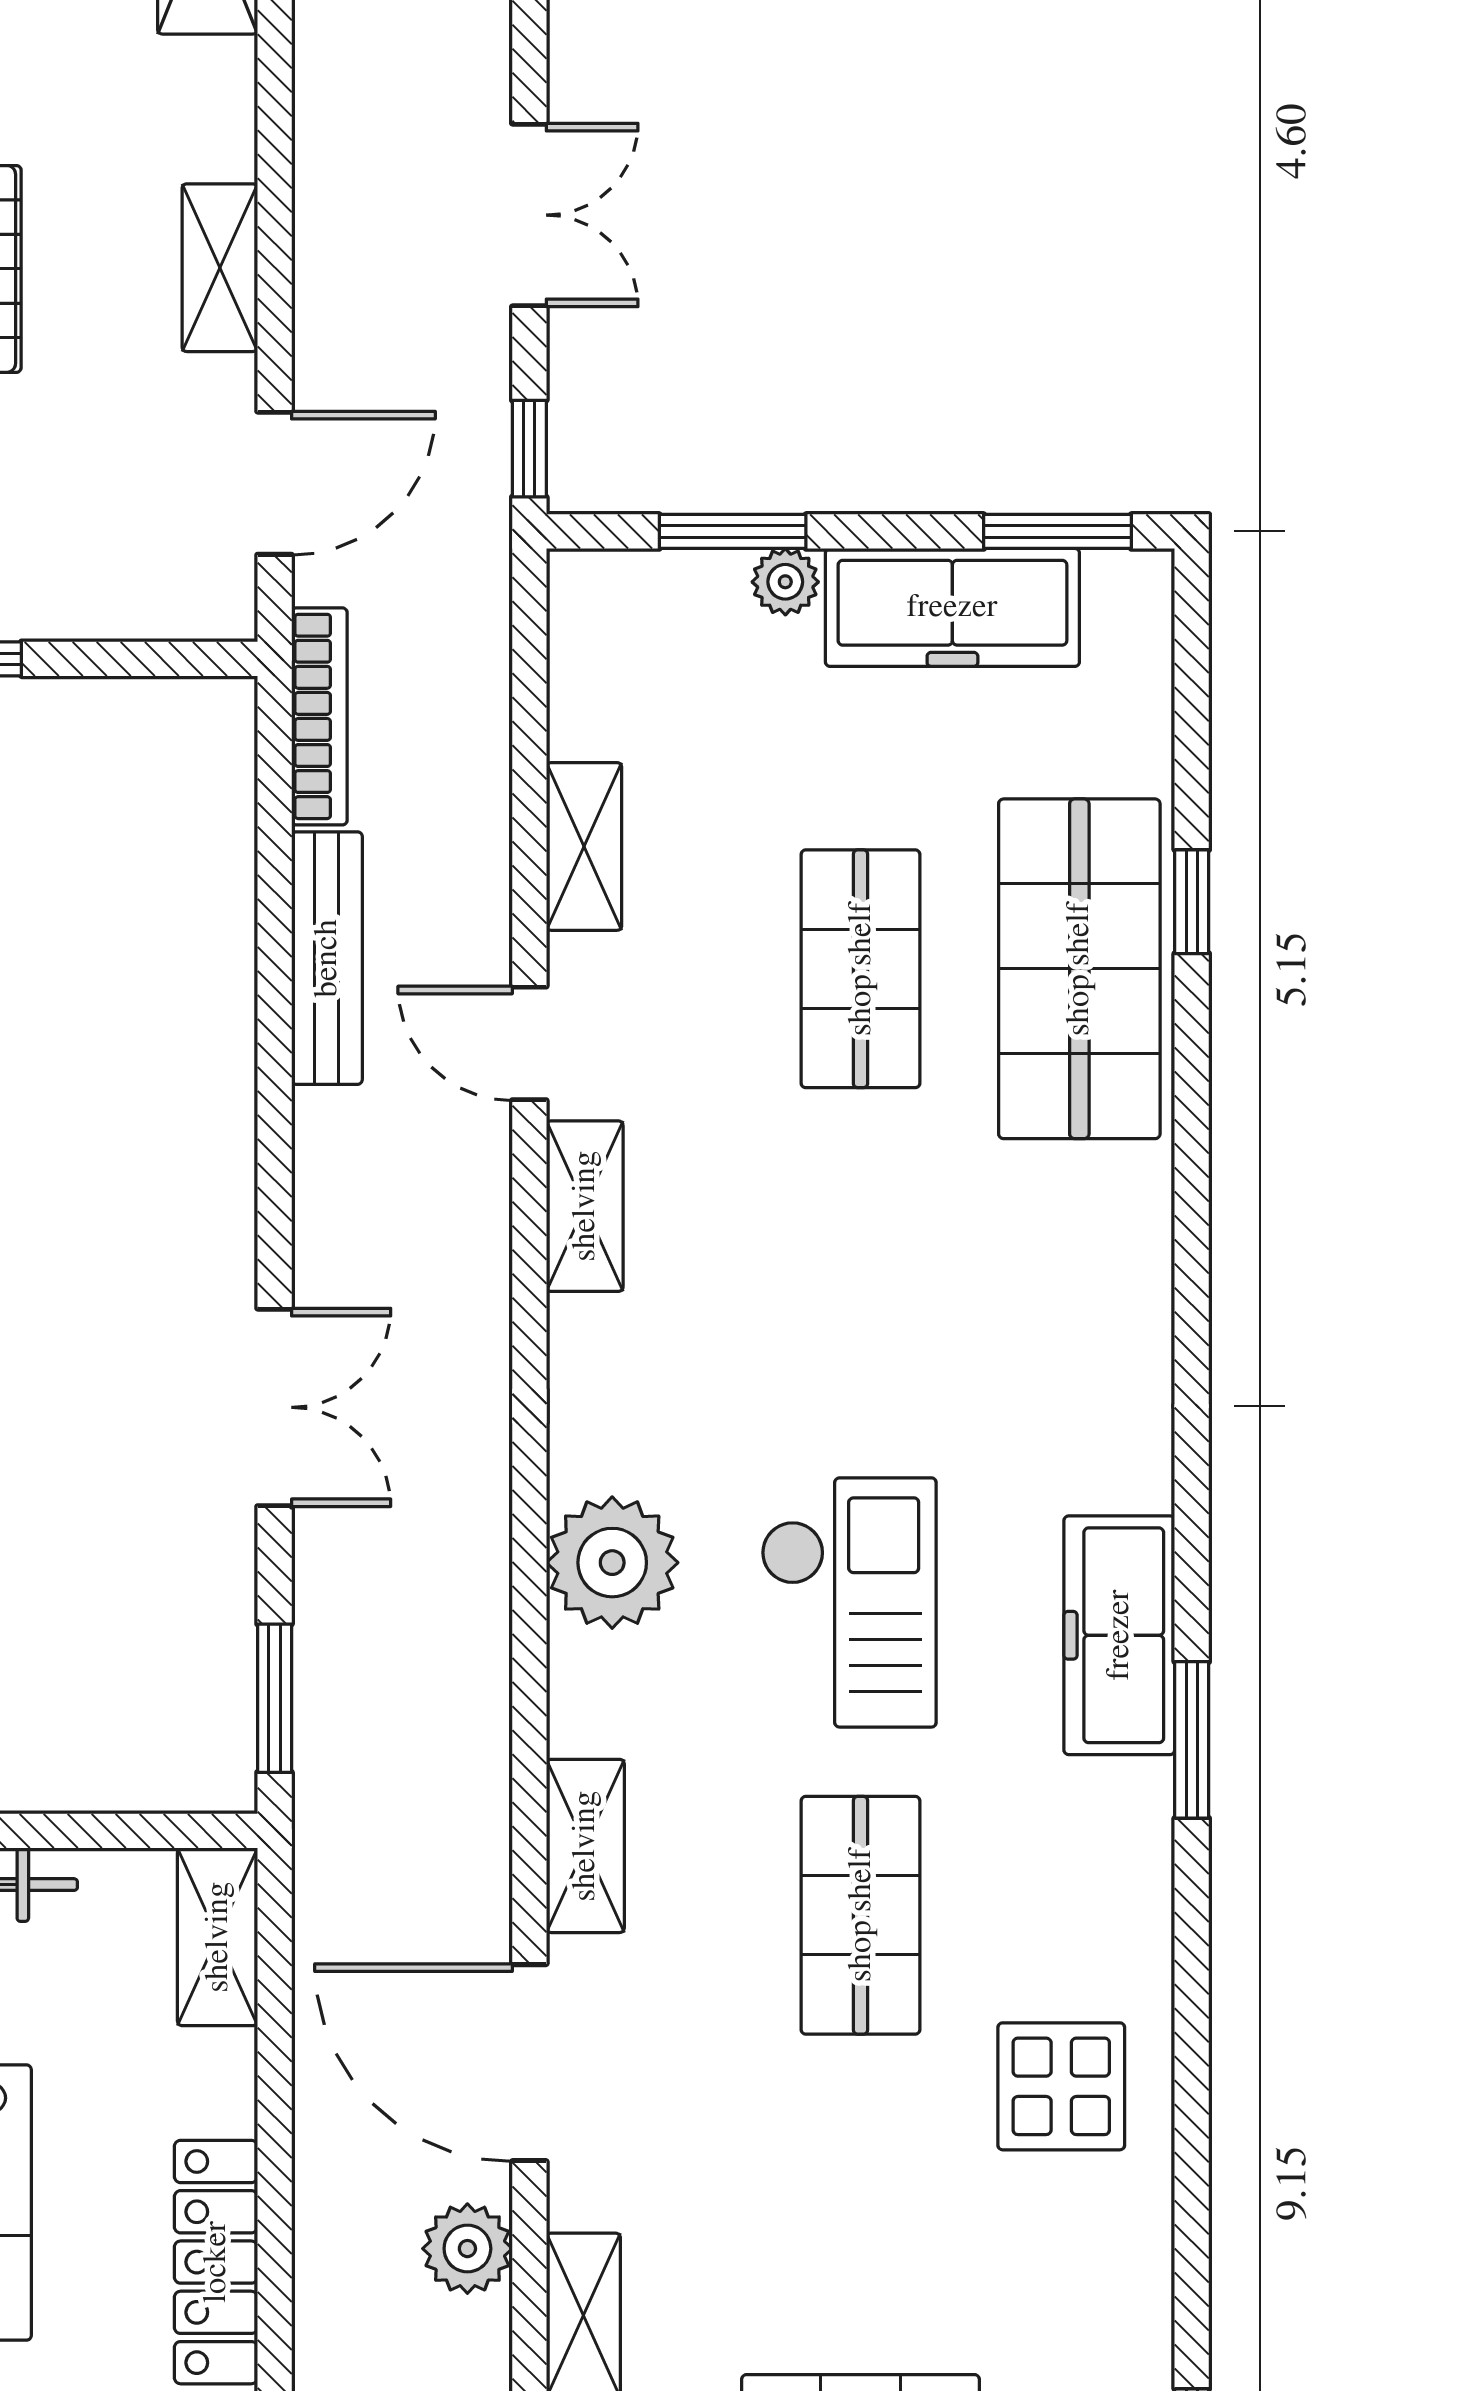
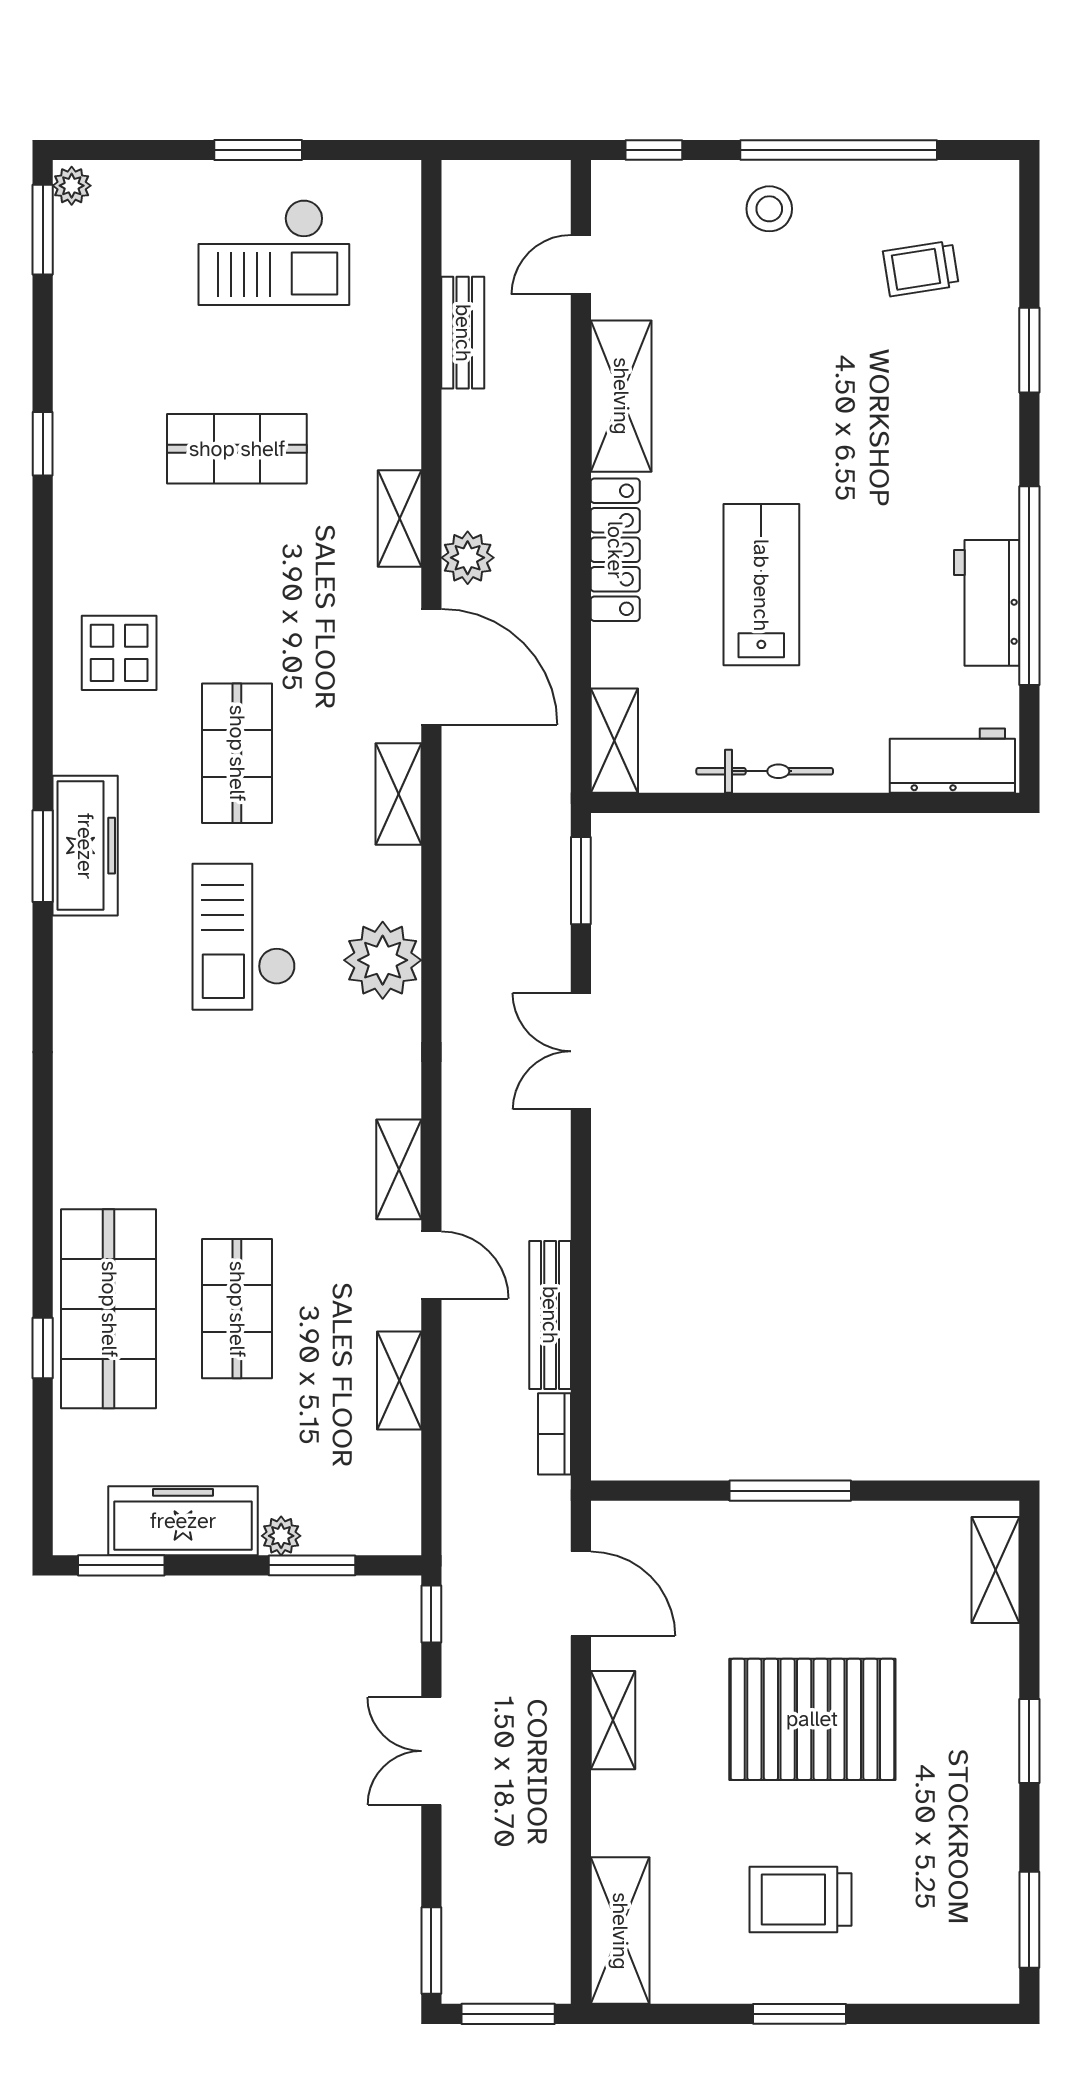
door: (275, 483) -> (581, 1594), swing flipped
bookcase: (319, 716) -> (555, 1434), width x0.64
freezer: (1119, 1635) -> (85, 846), moved

